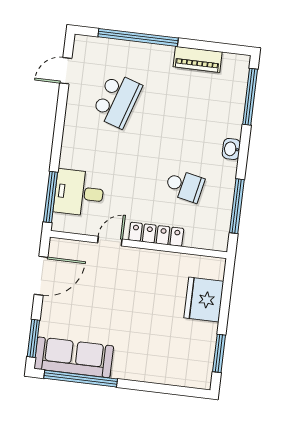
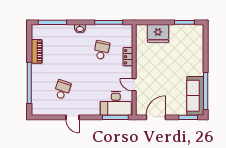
door: (66, 71) -> (72, 117), moved
school desk: (117, 100) -> (62, 90), width x0.54
desk: (79, 193) -> (116, 103), width x1.37
locker: (156, 234) -> (128, 57), width x0.66
door: (41, 276) -> (156, 117), hinge flipped

